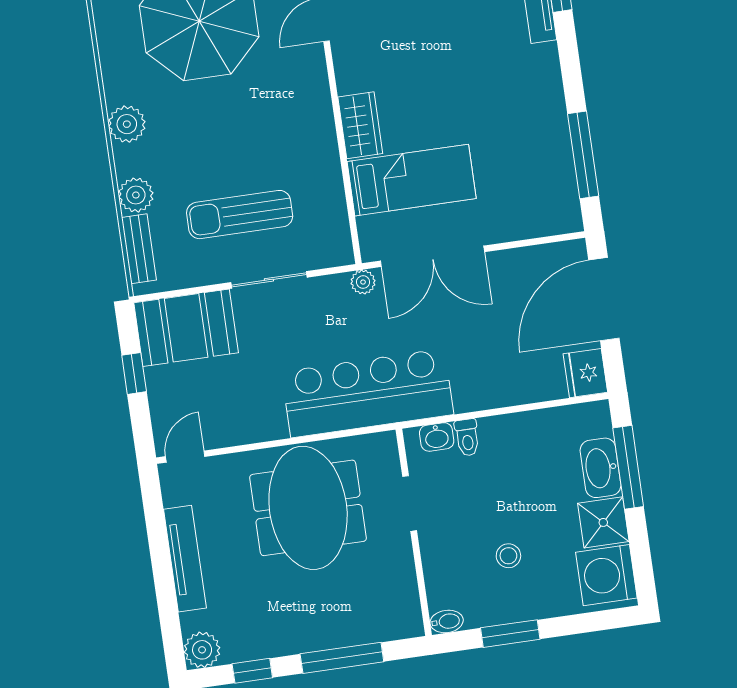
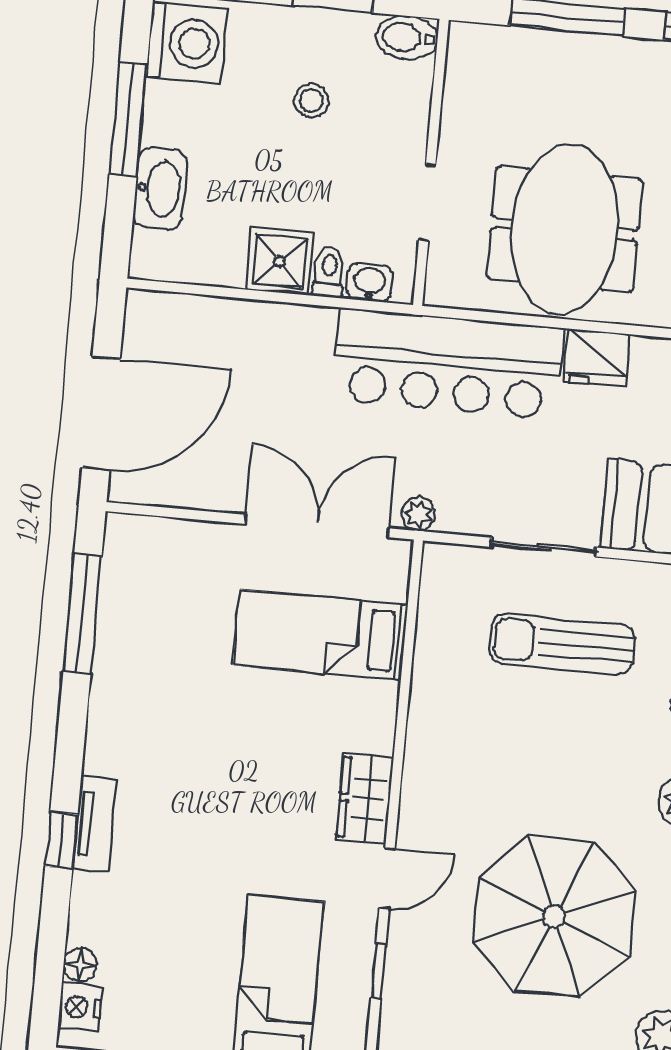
wardrobe: (360, 125) -> (365, 799), moved
sun lounger: (240, 215) -> (562, 644), turned 180
fridge: (585, 373) -> (597, 358), moved, turned 90
window: (628, 467) -> (128, 120), moved
shower: (603, 522) -> (279, 261), moved
bidet: (447, 621) -> (407, 37), width x1.38, depth x1.36

